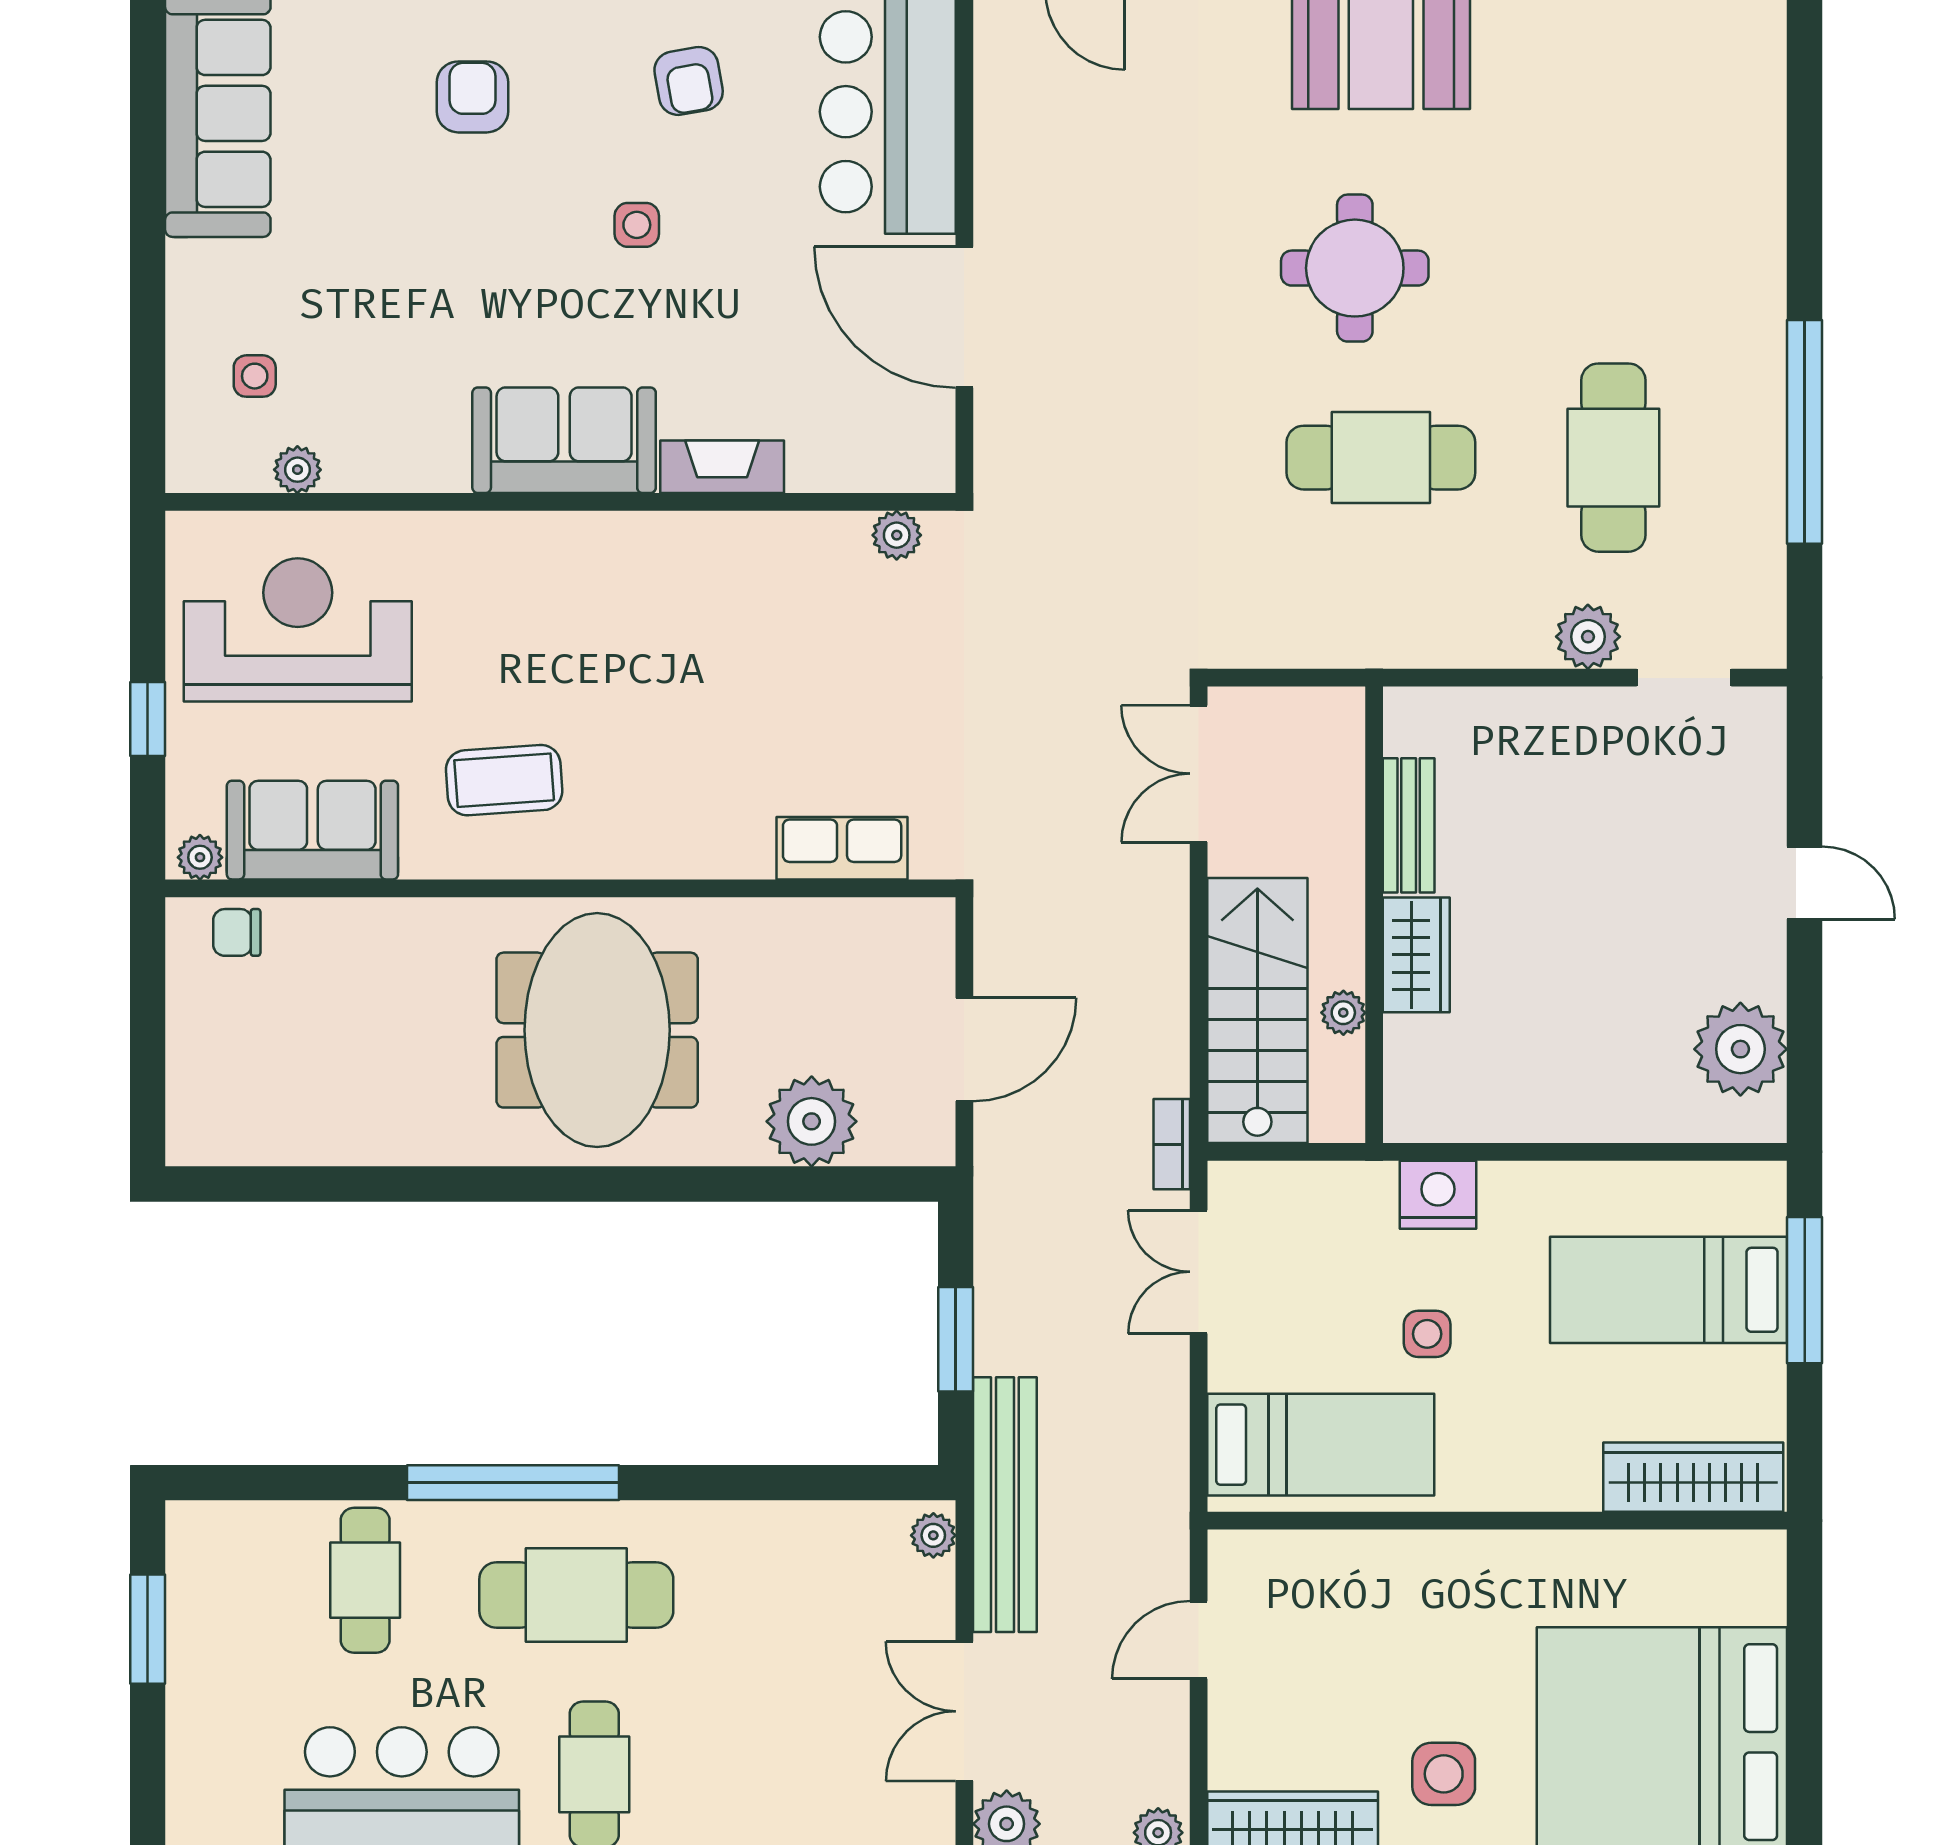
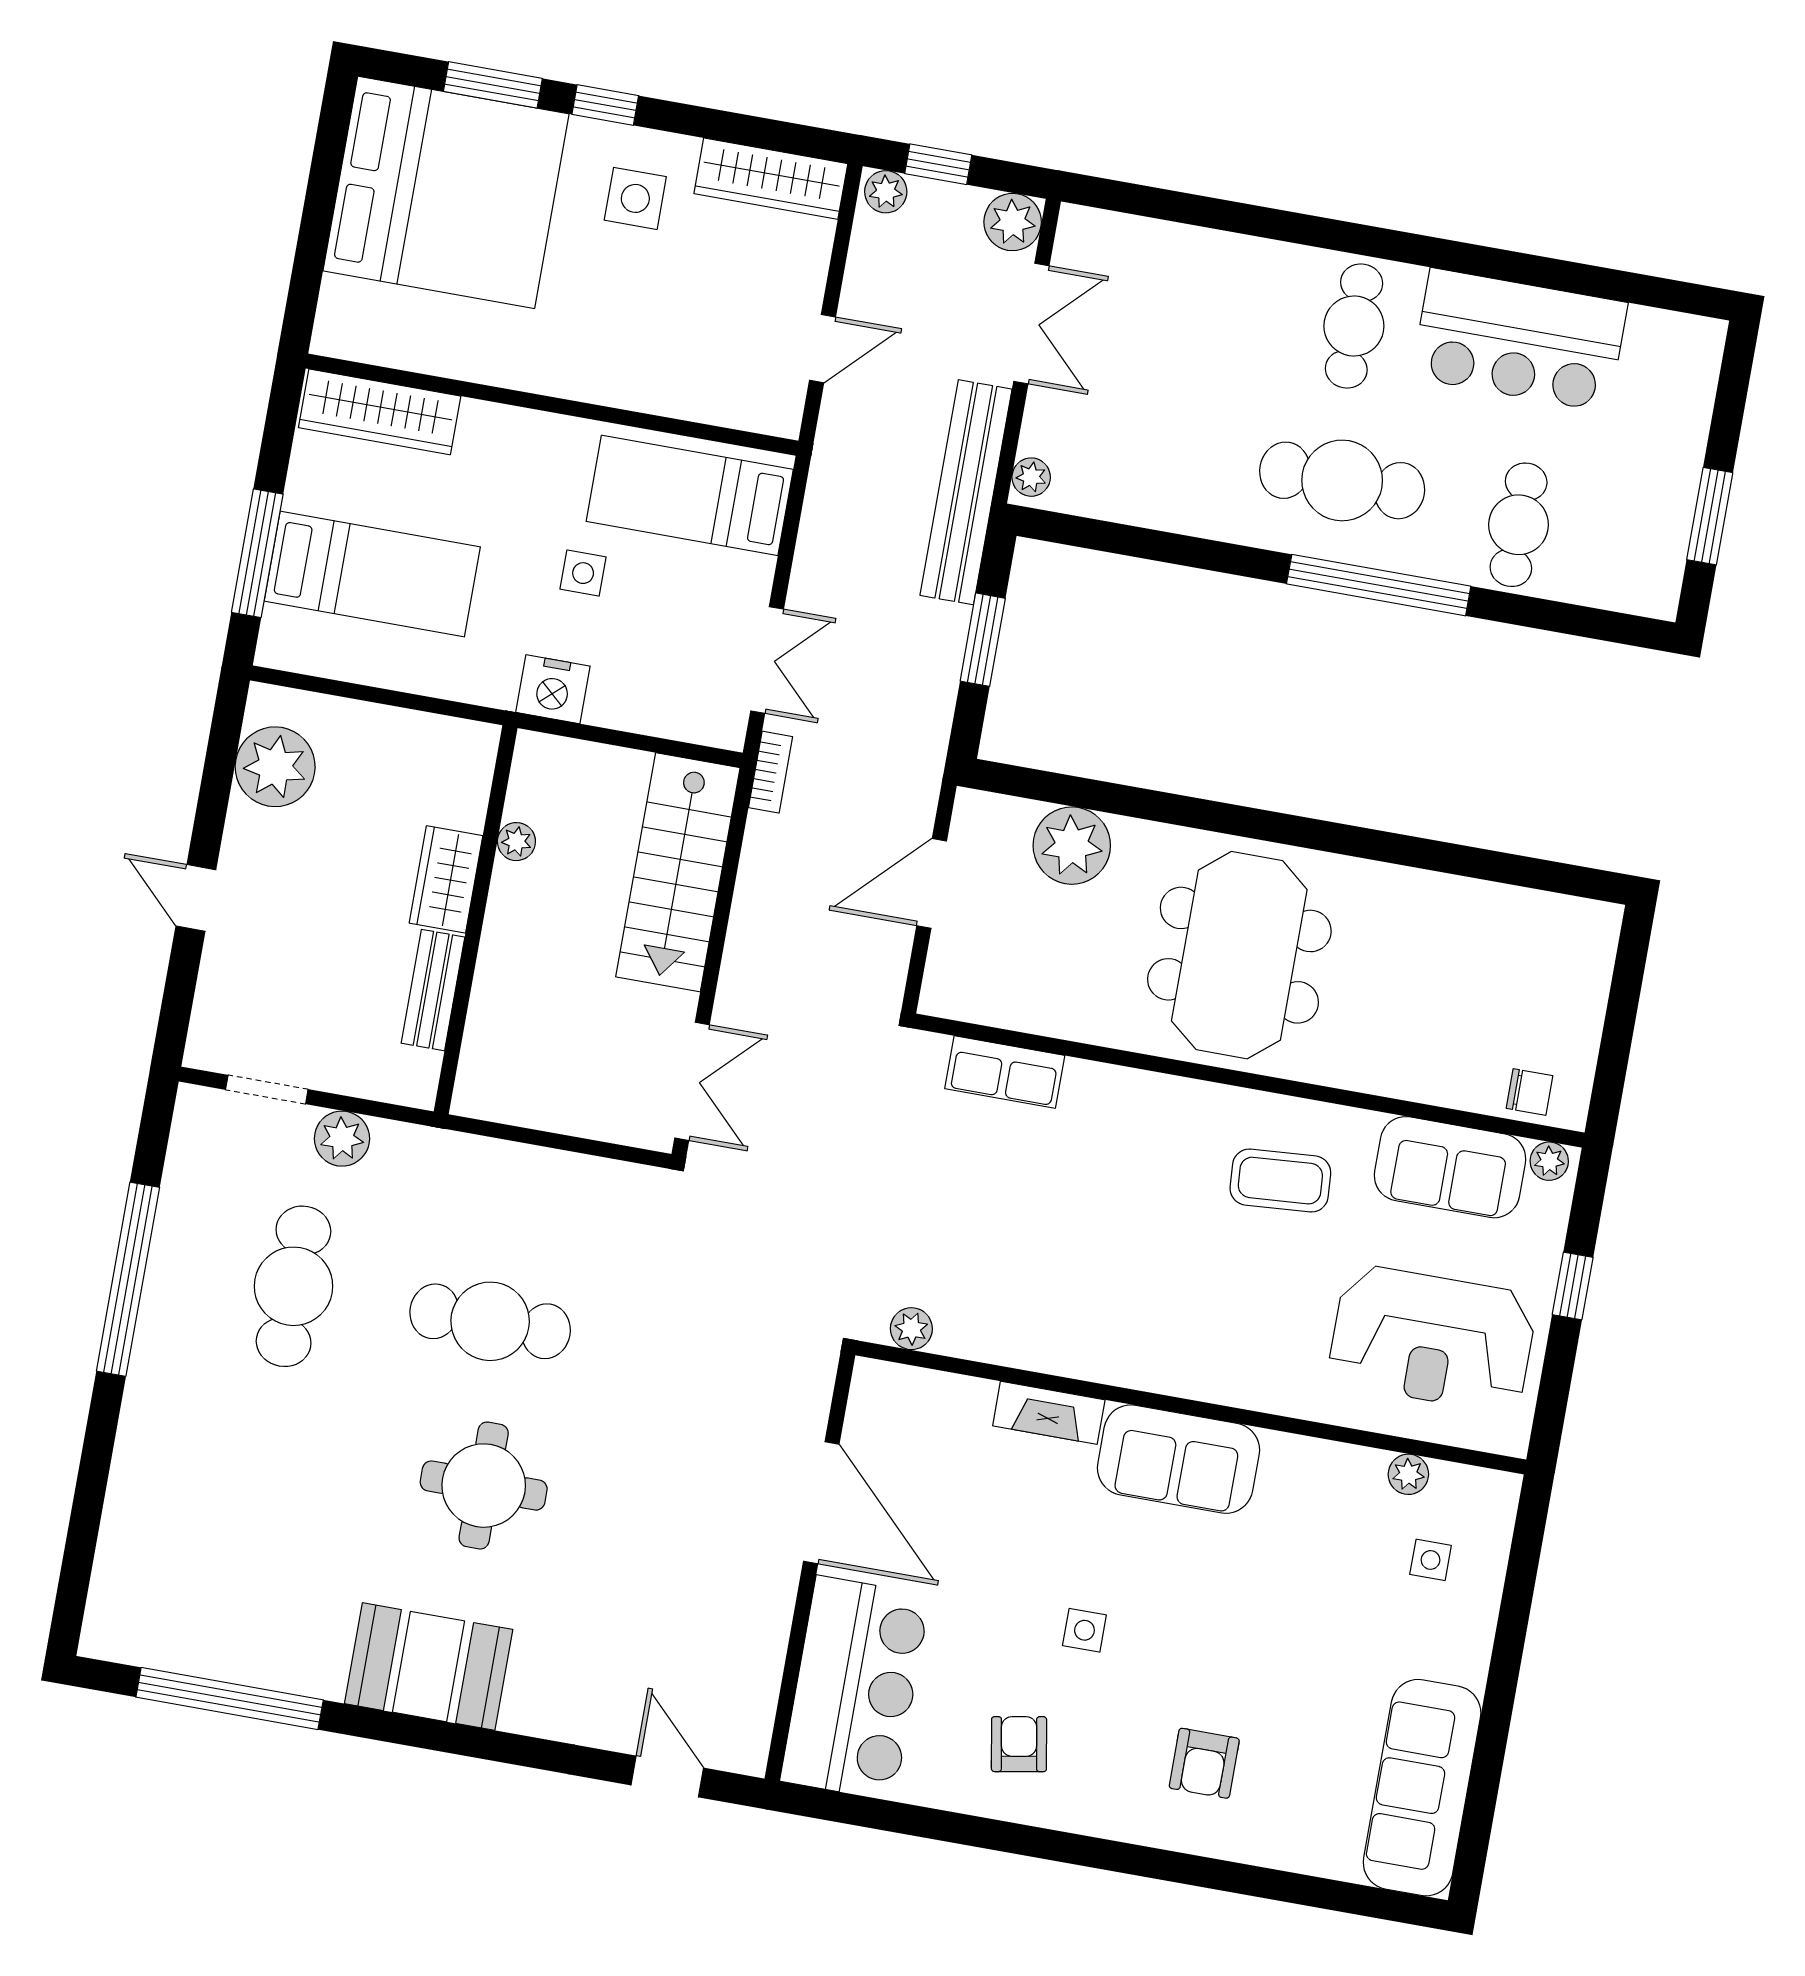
bench: (1409, 825) -> (433, 990), moved
wall: (1374, 915) -> (476, 920), moved
wardrobe: (1416, 955) -> (446, 879), moved
plant: (1343, 1013) -> (516, 842), moved

